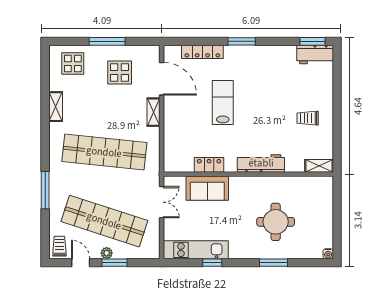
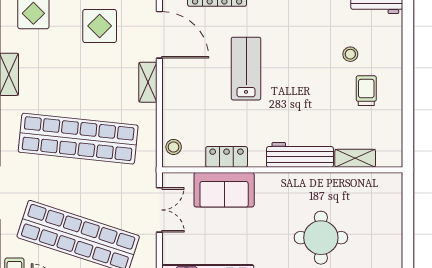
stool: (296, 92) -> (350, 54), added
trolley: (308, 118) -> (366, 91), turned 90
stool: (172, 158) -> (174, 147), added
shelving: (319, 166) -> (355, 158), moved

